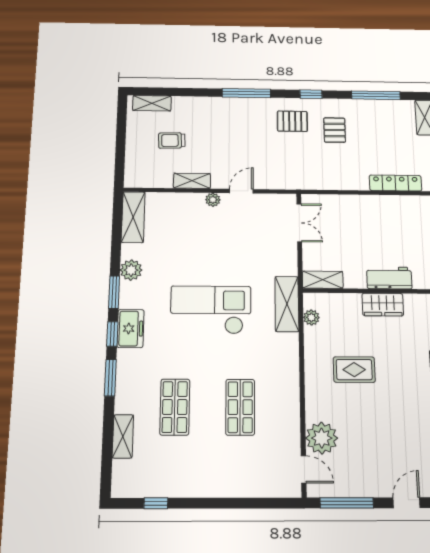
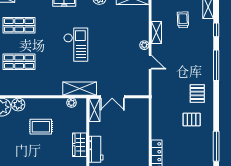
window: (311, 94) -> (216, 30), moved
double door: (299, 223) -> (112, 97), moved
checkout: (211, 310) -> (76, 45), width x0.73, depth x0.83
rug: (354, 370) -> (41, 127), turned 90
plant: (316, 409) -> (18, 105), added

